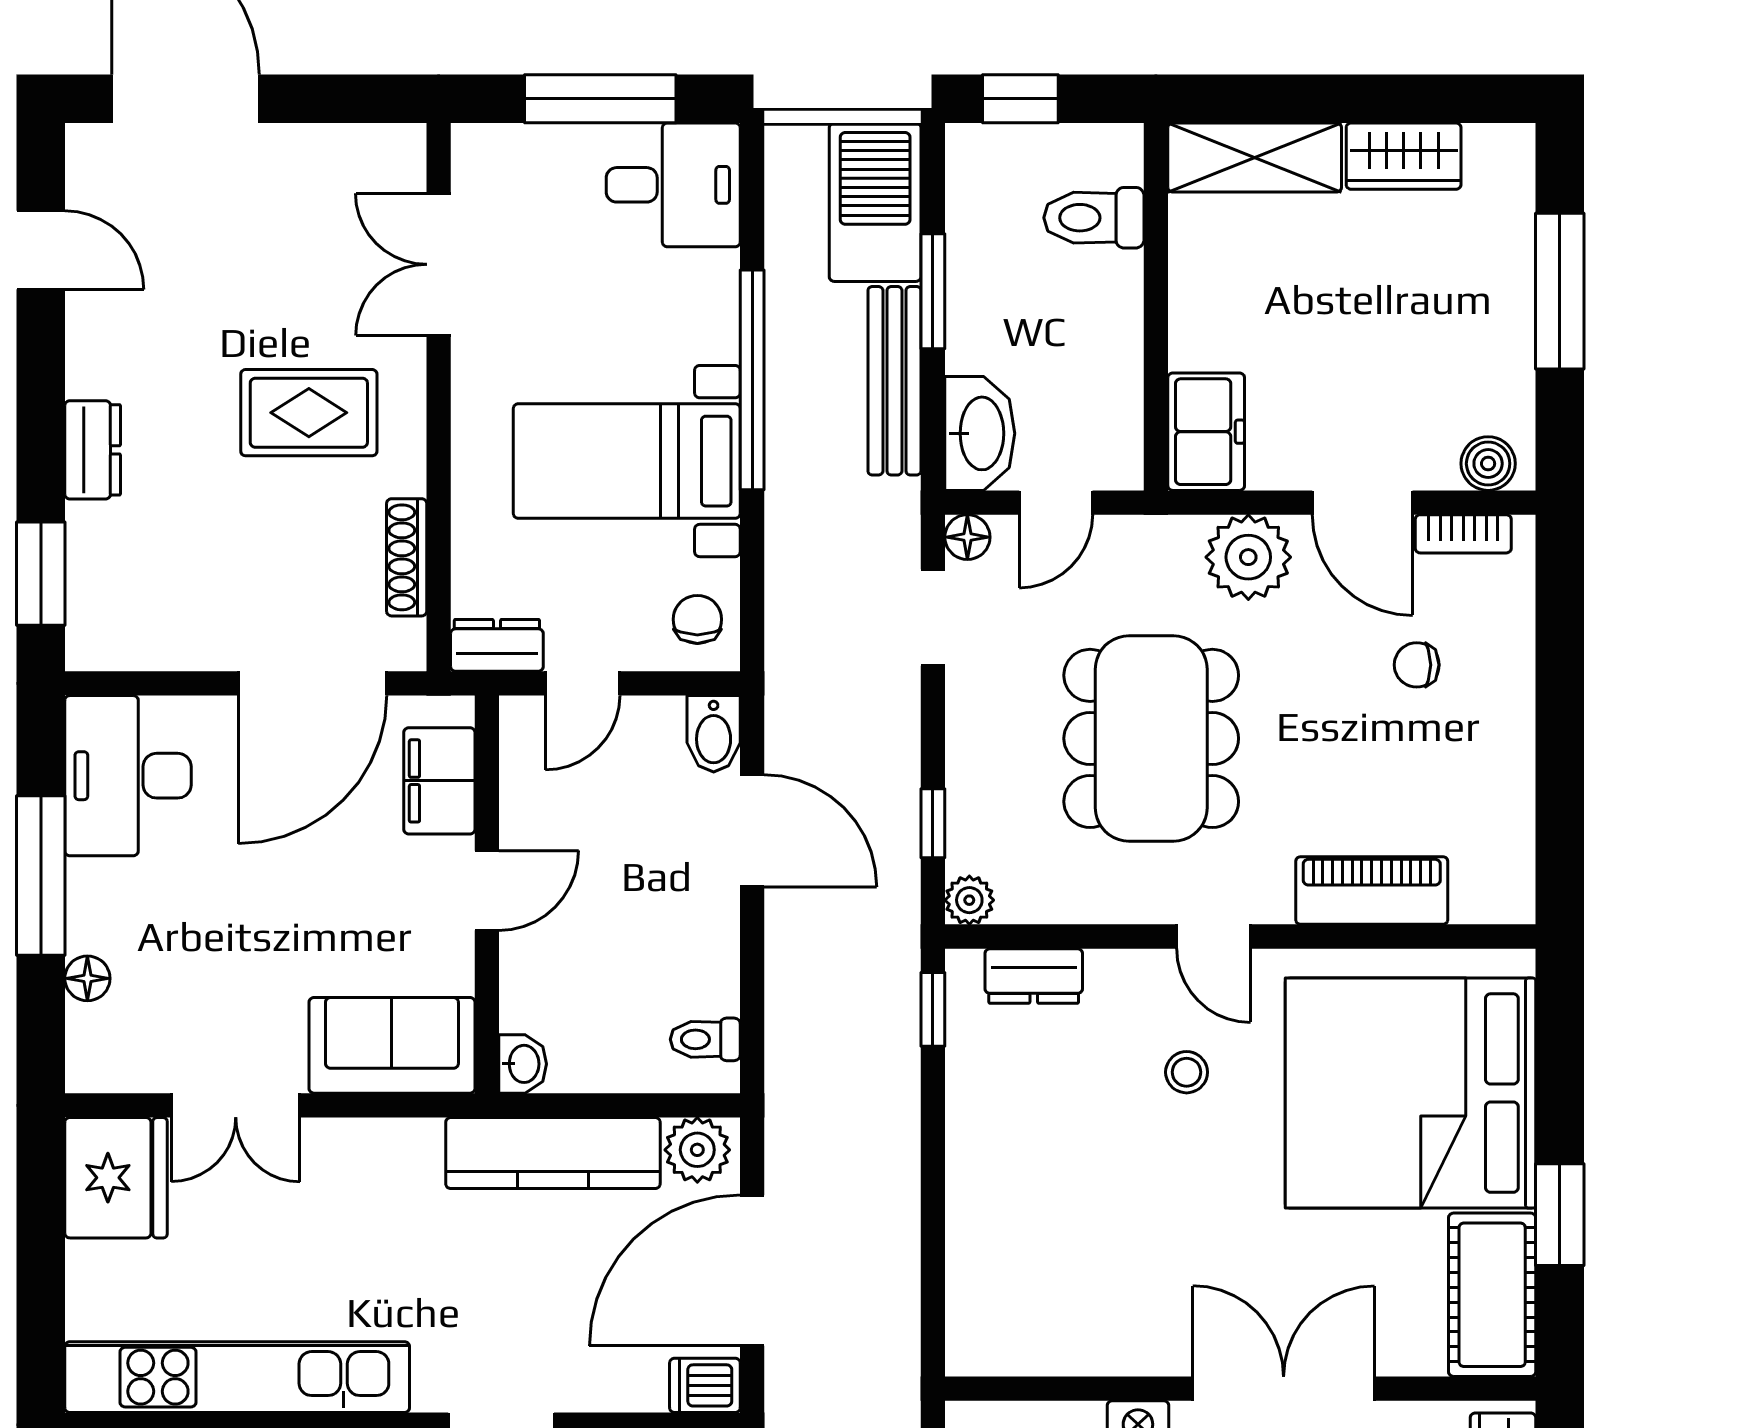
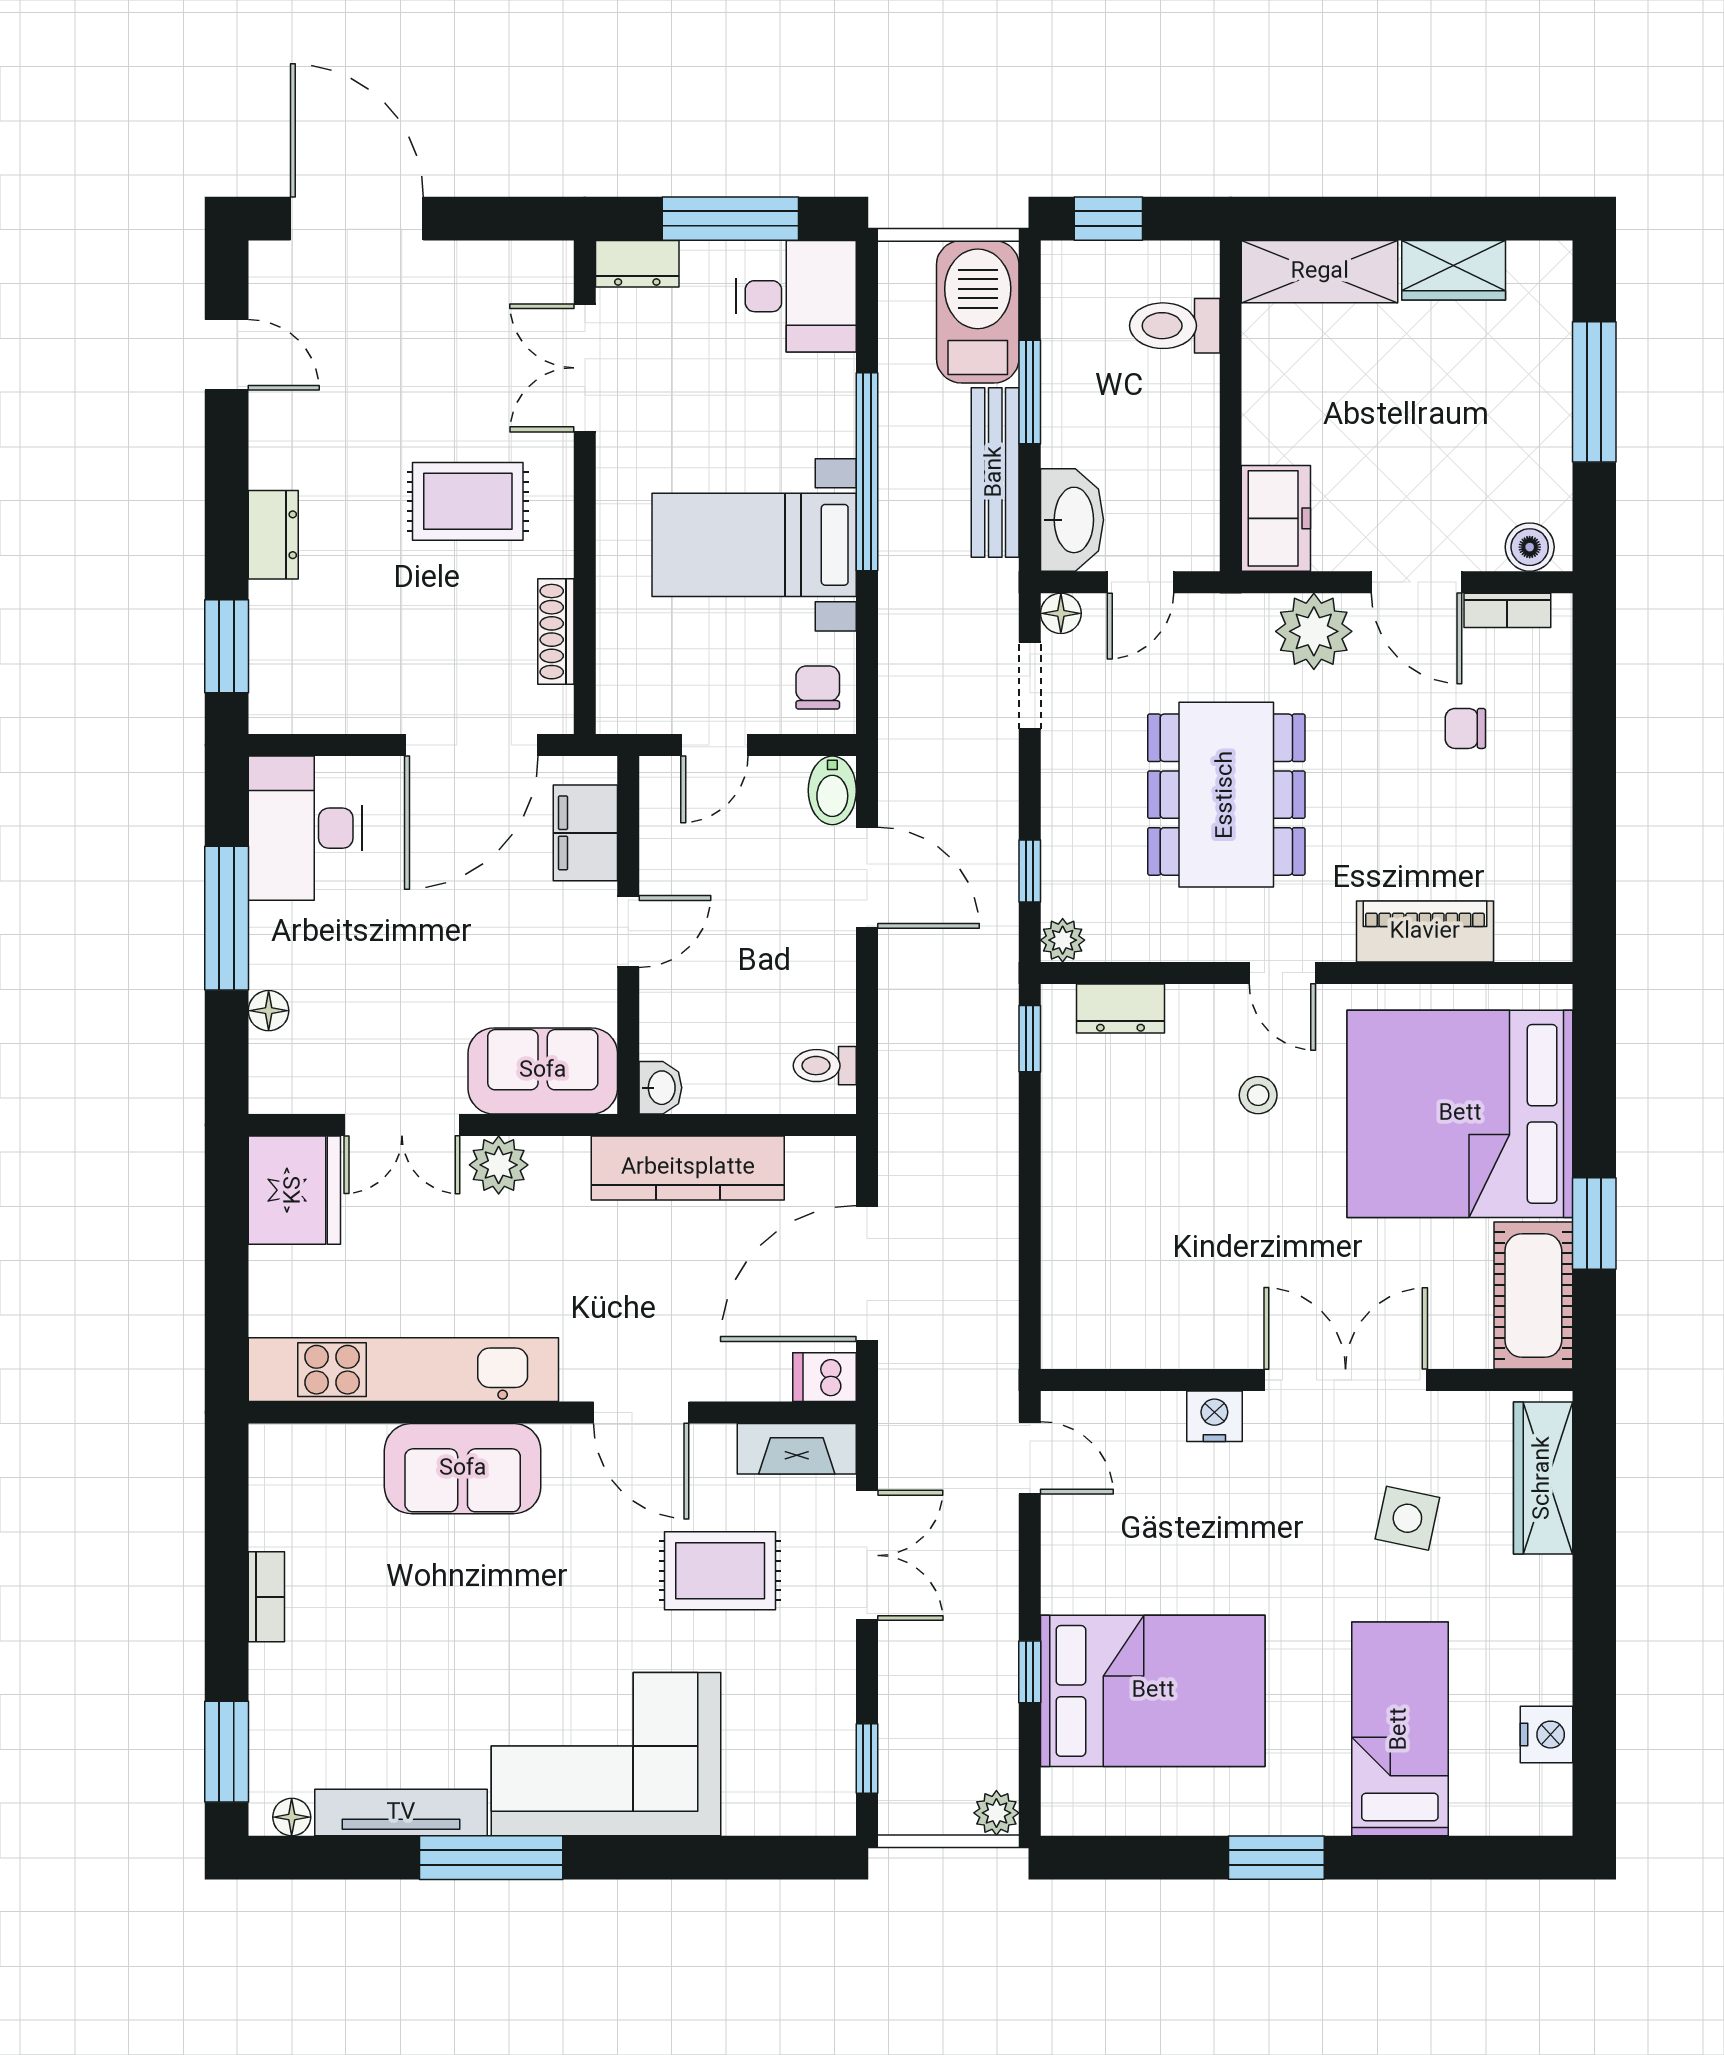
dresser: (497, 645) -> (637, 264), moved, turned 180
plant: (697, 1150) -> (499, 1165), moved

